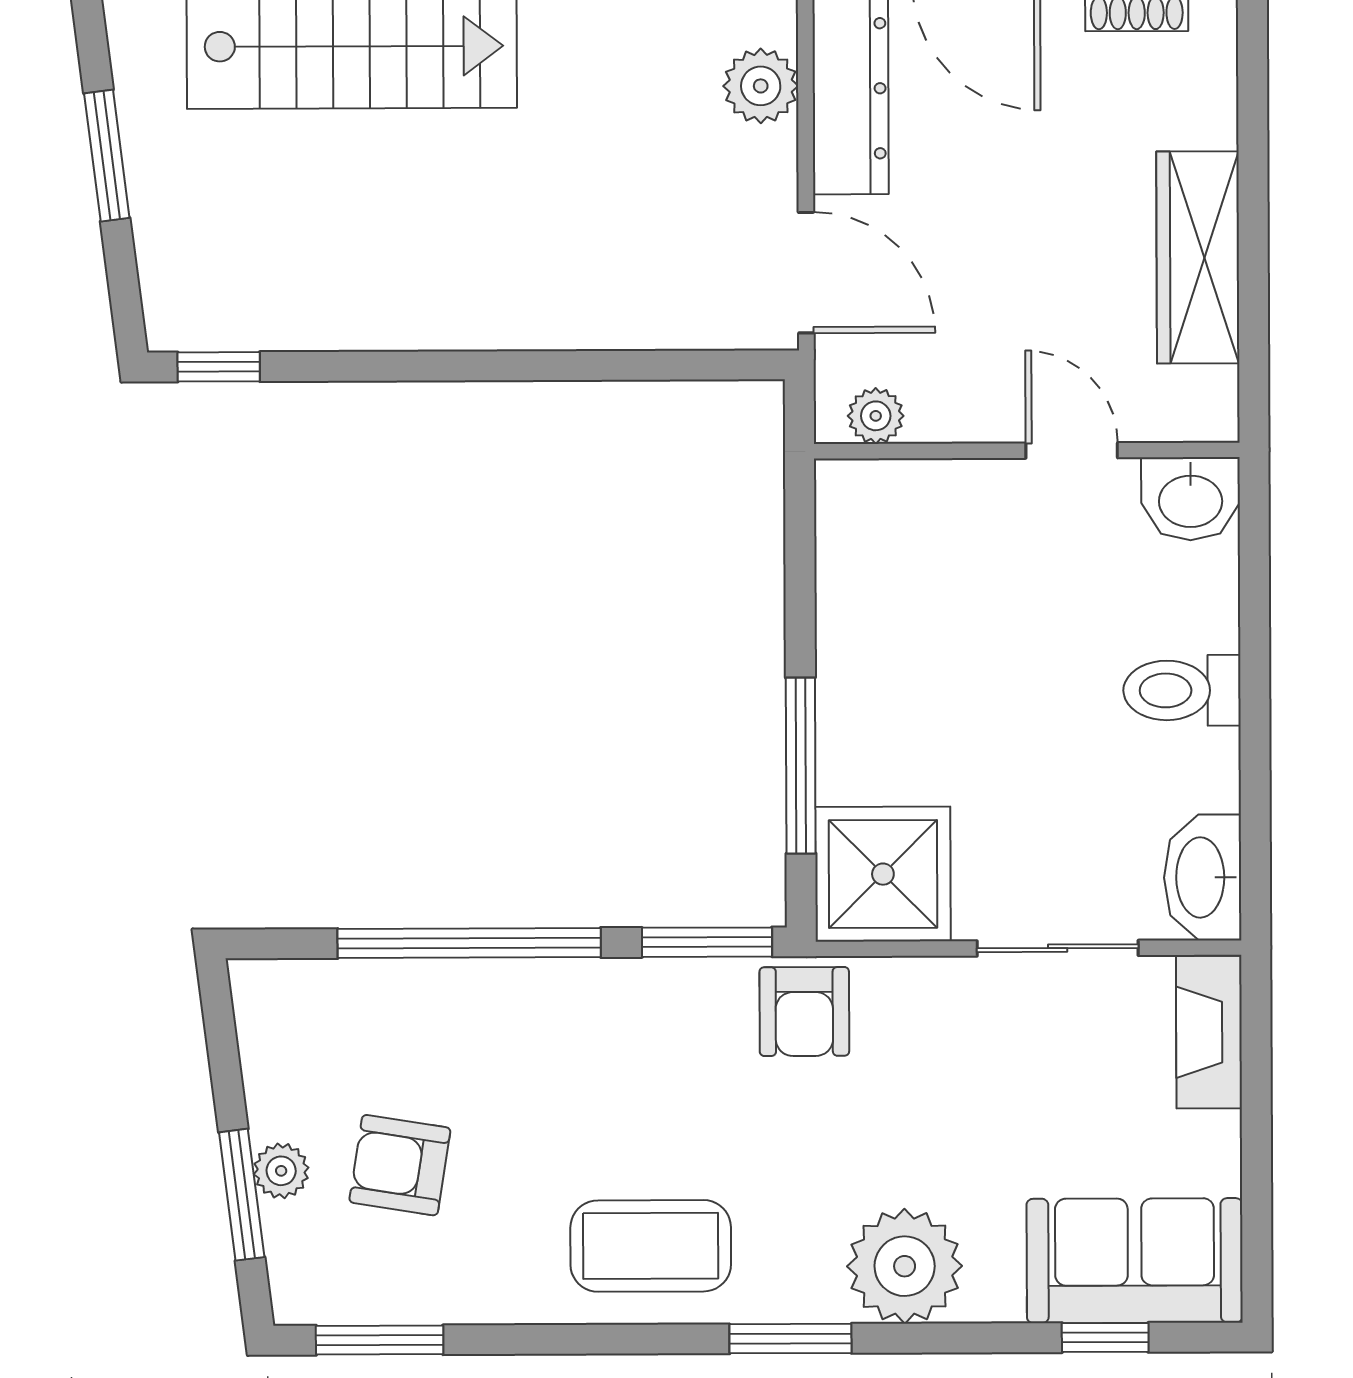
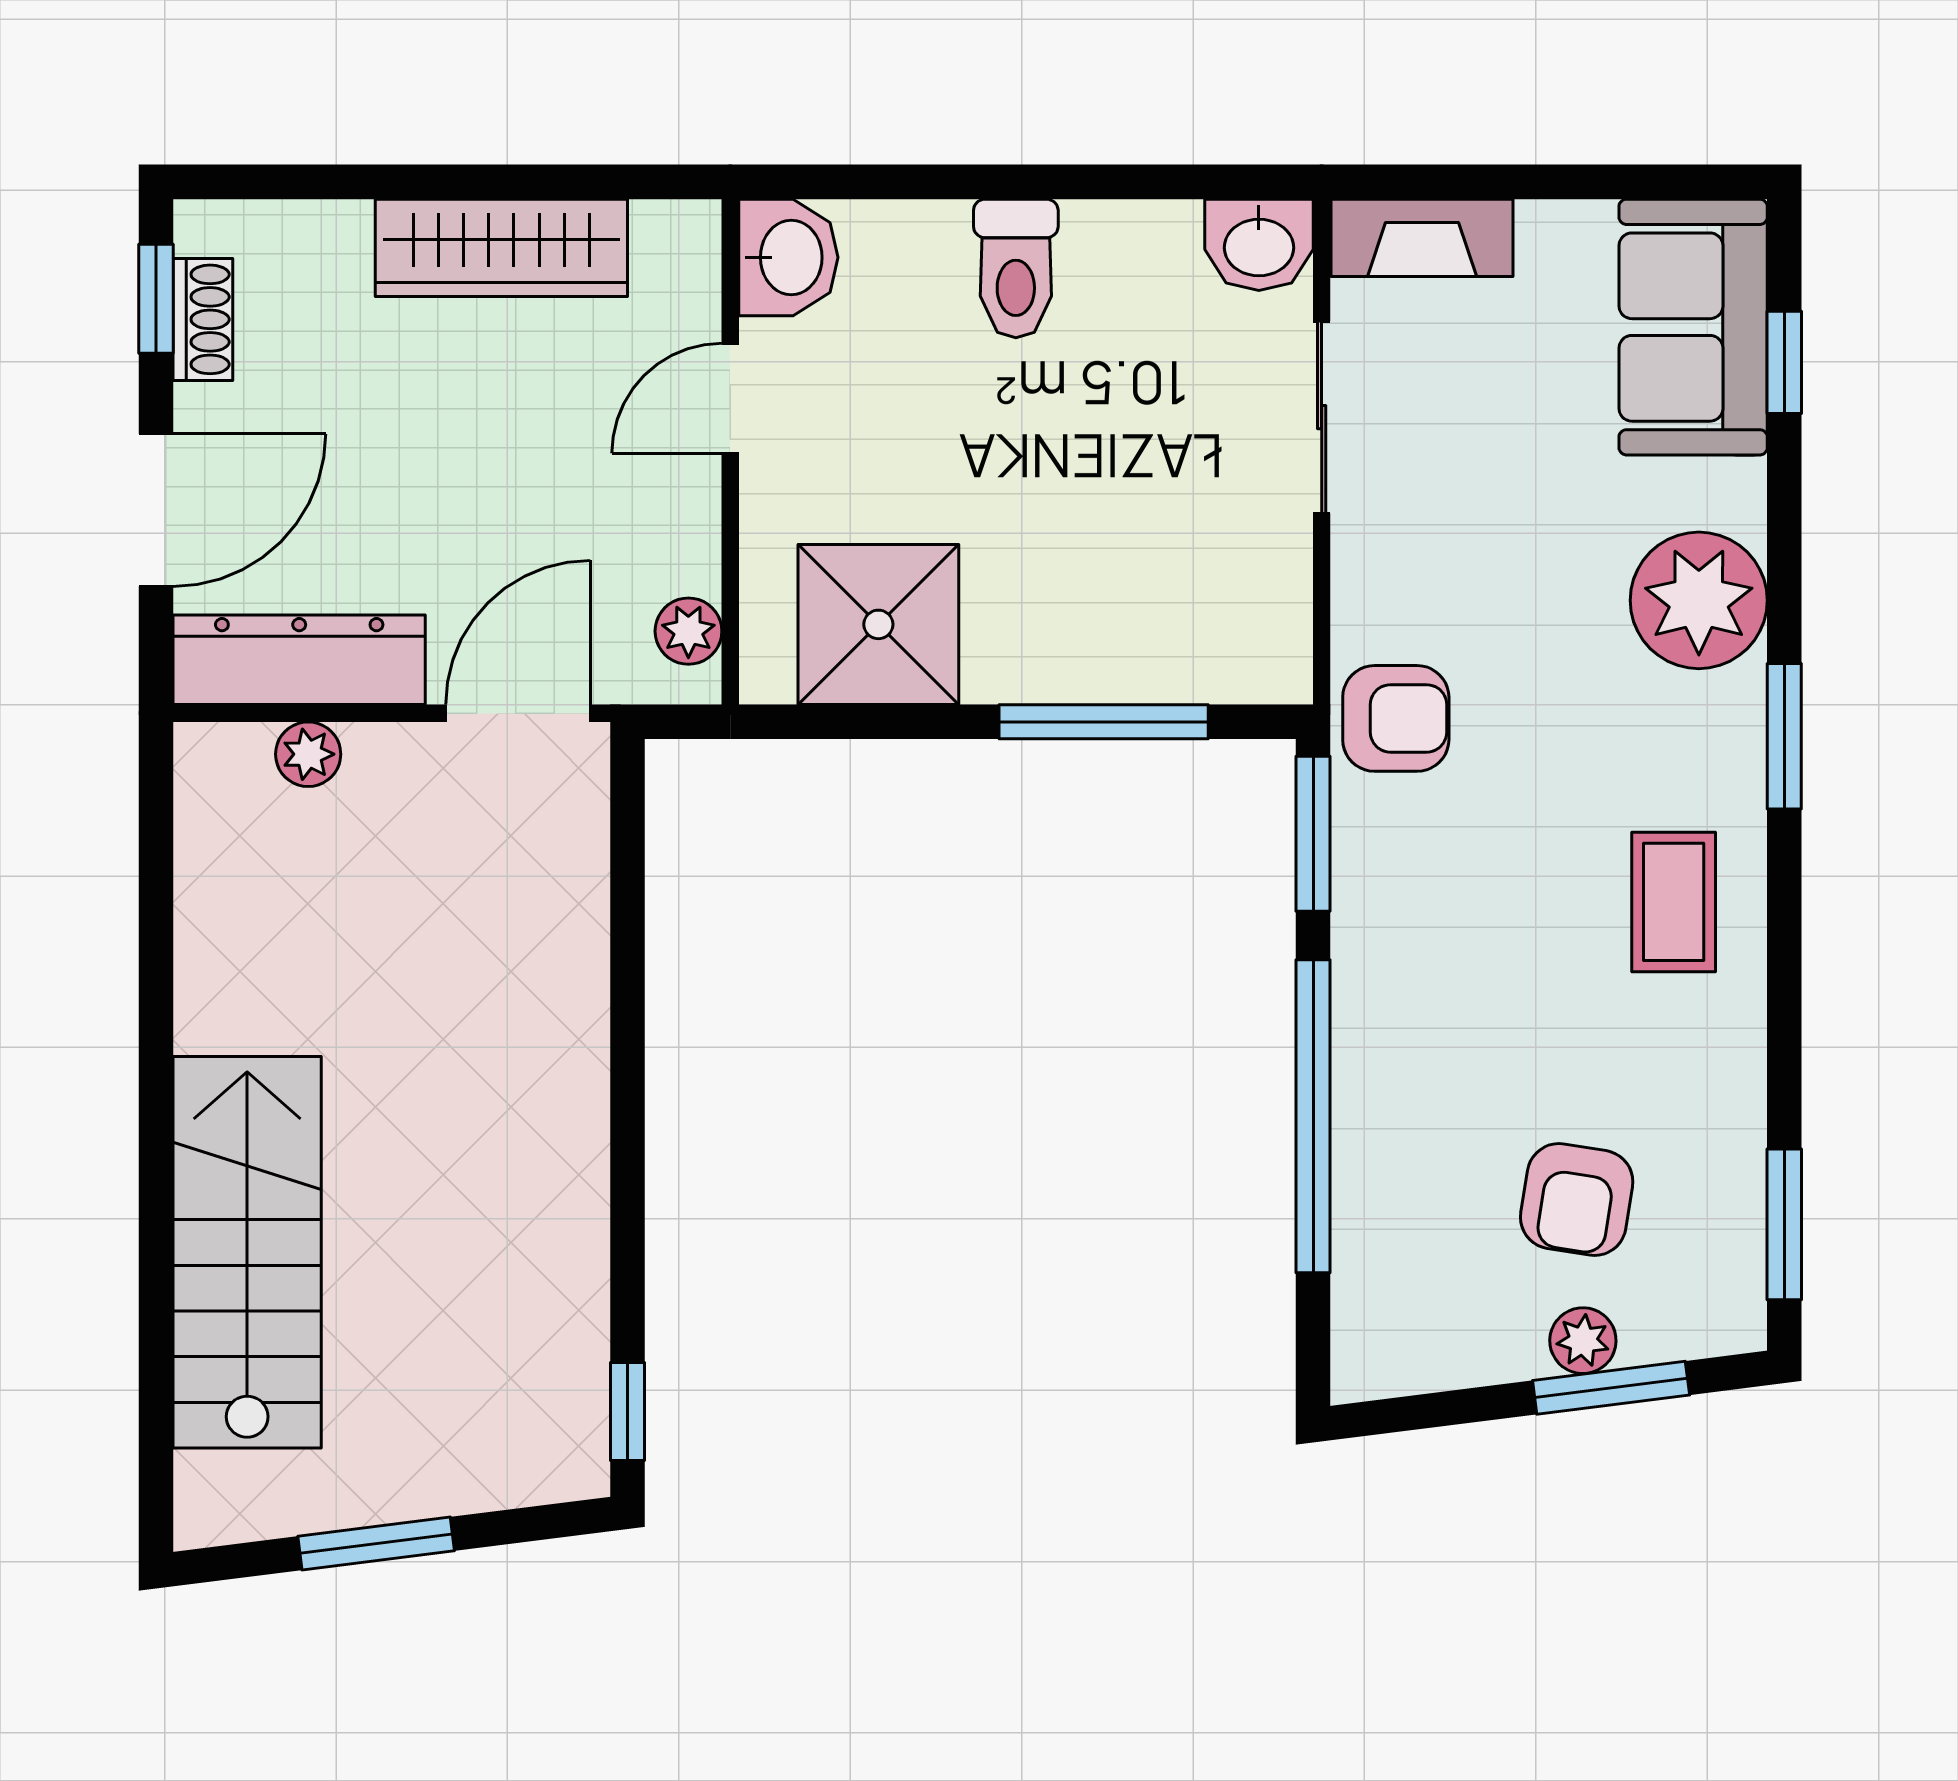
plant: (761, 86) -> (308, 754), width x0.73, depth x0.73
shower: (883, 874) -> (878, 624), moved
washbasin: (1203, 877) -> (1259, 245), width x0.72
coffee table: (651, 1246) -> (1674, 902), width x0.73, depth x0.77

